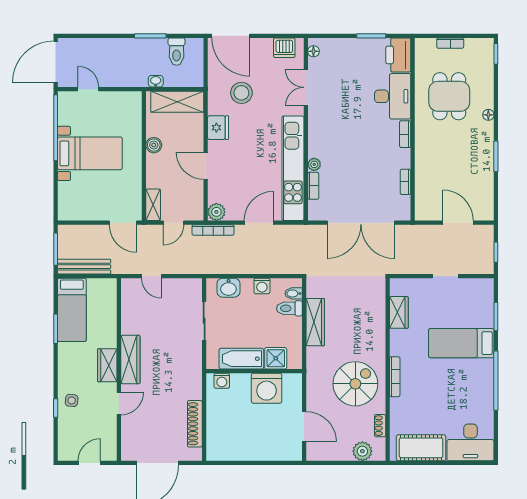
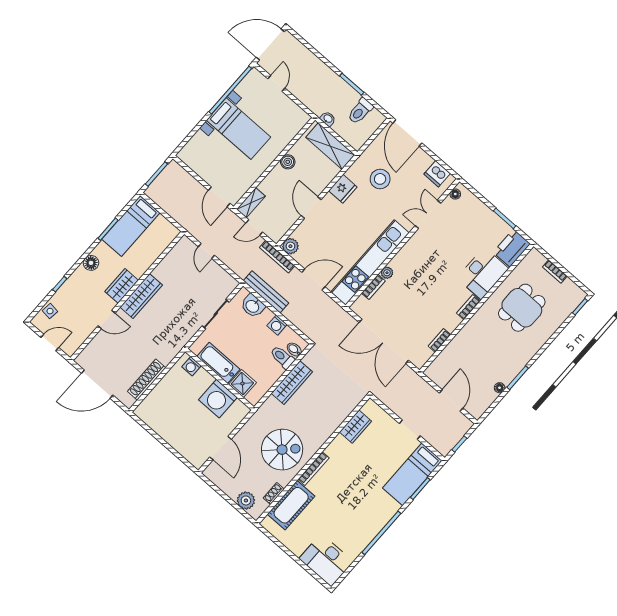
floor lamp: (488, 115) -> (500, 388), moved
bench: (84, 267) -> (266, 292), moved
bed: (461, 343) -> (412, 474), moved, turned -90
floor lamp: (66, 368) -> (91, 263), added
side table: (72, 400) -> (50, 311), moved
cot: (421, 448) -> (291, 505), moved, turned 90

